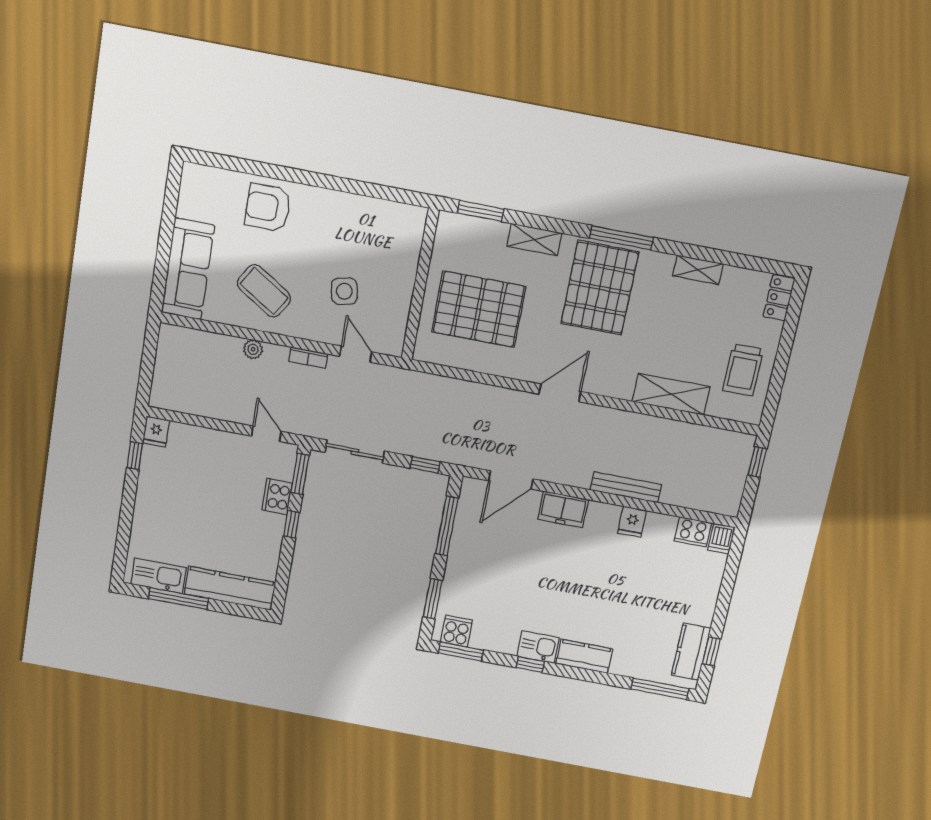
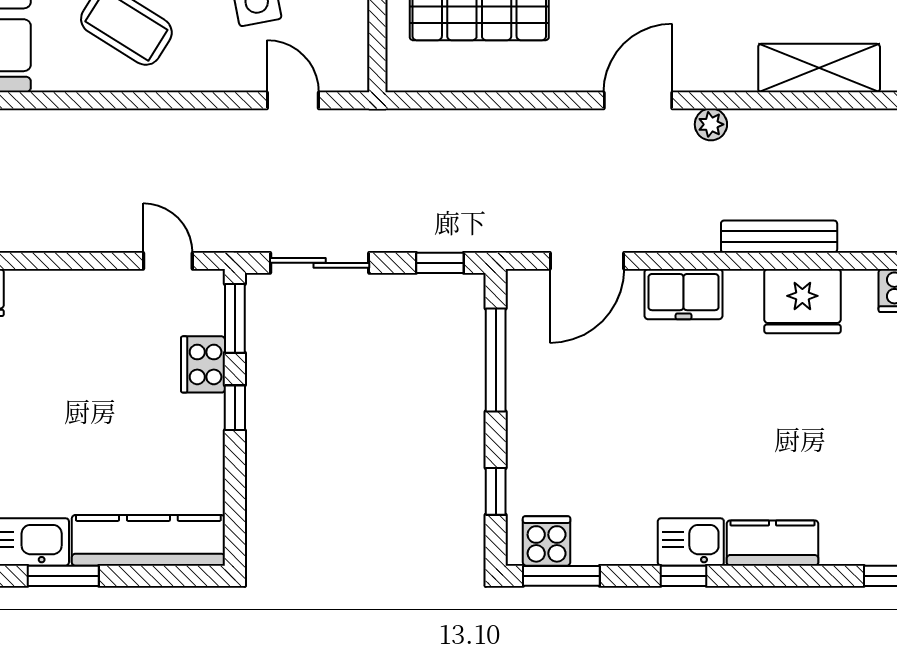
plant: (253, 349) -> (711, 124), moved
bookcase: (308, 358) -> (216, 121), removed
fridge: (632, 522) -> (802, 301), width x1.88, depth x1.34
window: (178, 599) -> (63, 576), width x0.69
window: (433, 599) -> (496, 491), width x0.67

